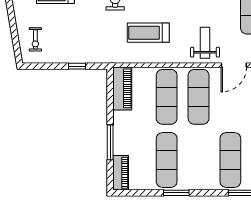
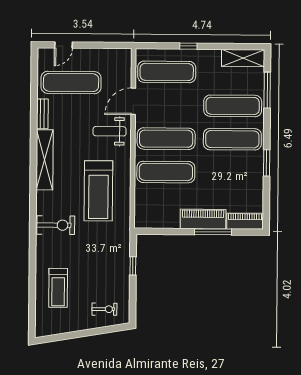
treadmill: (148, 33) -> (98, 191), width x1.37, depth x1.38
door: (234, 65) -> (133, 101), swing flipped
piano: (122, 88) -> (203, 219), moved
exercise mat: (167, 160) -> (232, 139), moved

